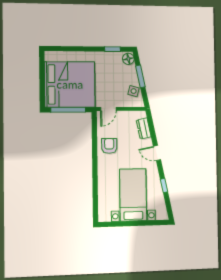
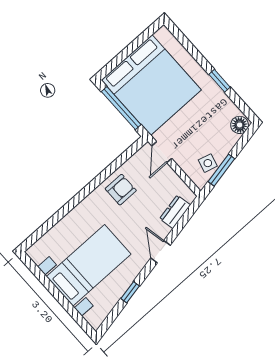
window: (113, 49) -> (220, 81), moved
window: (140, 76) -> (221, 170), moved
door: (108, 109) -> (162, 152), hinge flipped

